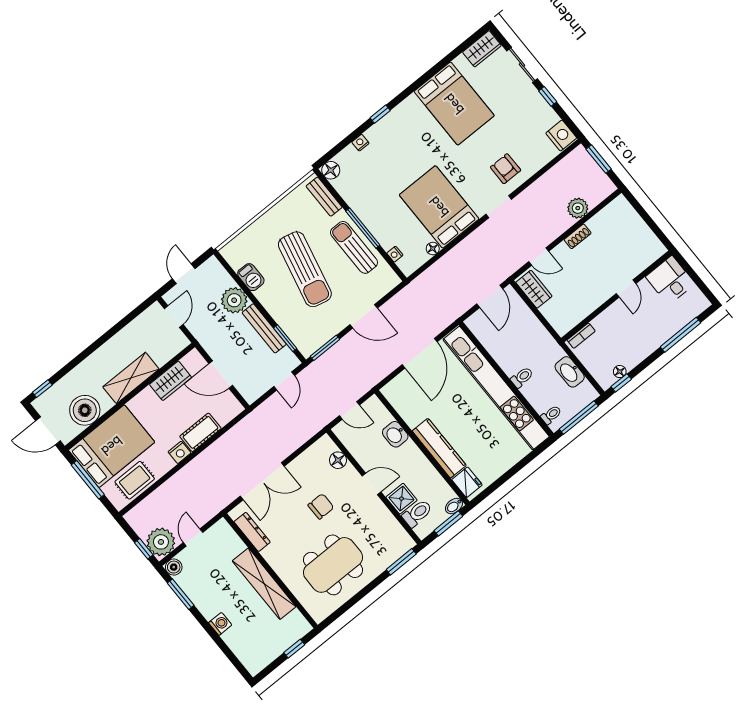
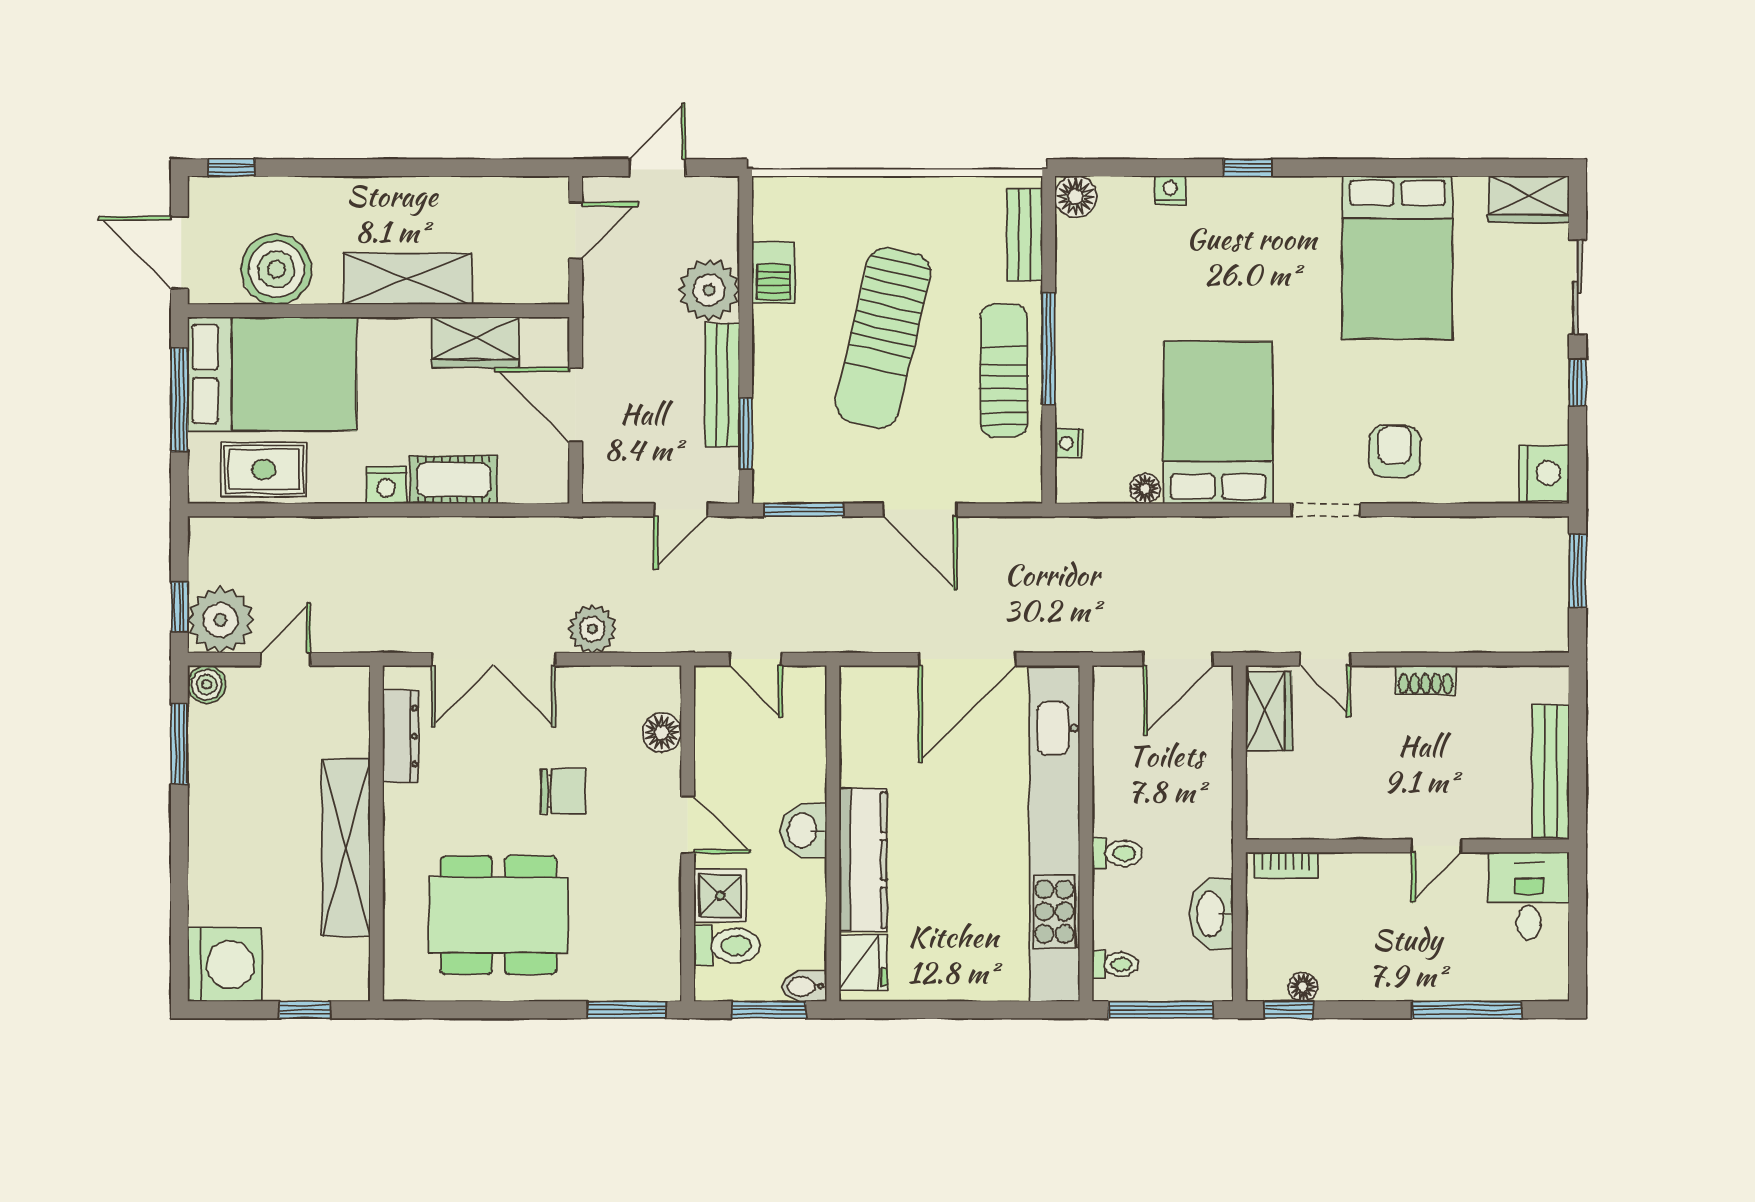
plant: (578, 208) -> (592, 629), moved
bench: (644, 233) -> (1551, 771), added
washbasin: (395, 434) -> (804, 831), moved
washing machine: (220, 624) -> (225, 964), moved, width x1.89, depth x1.89

